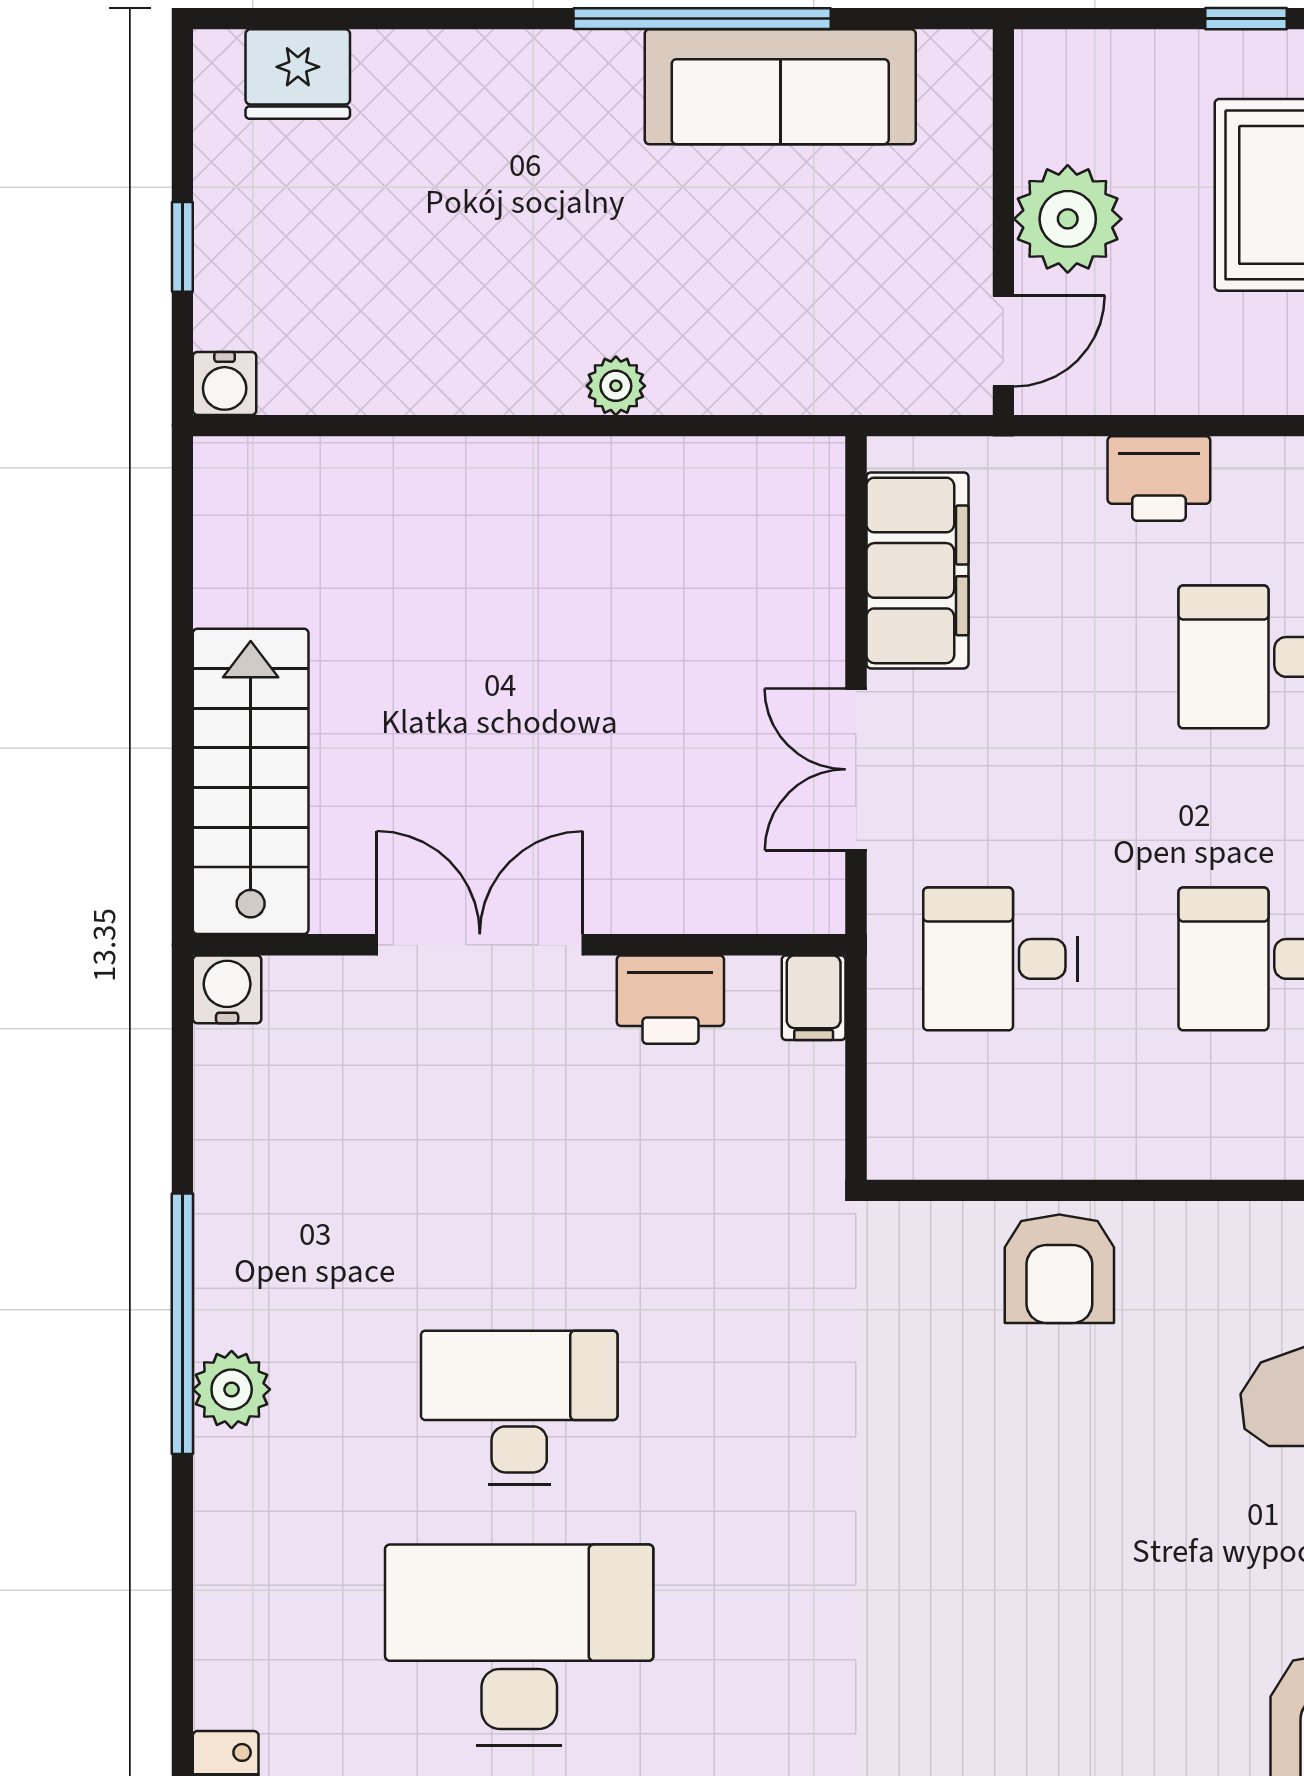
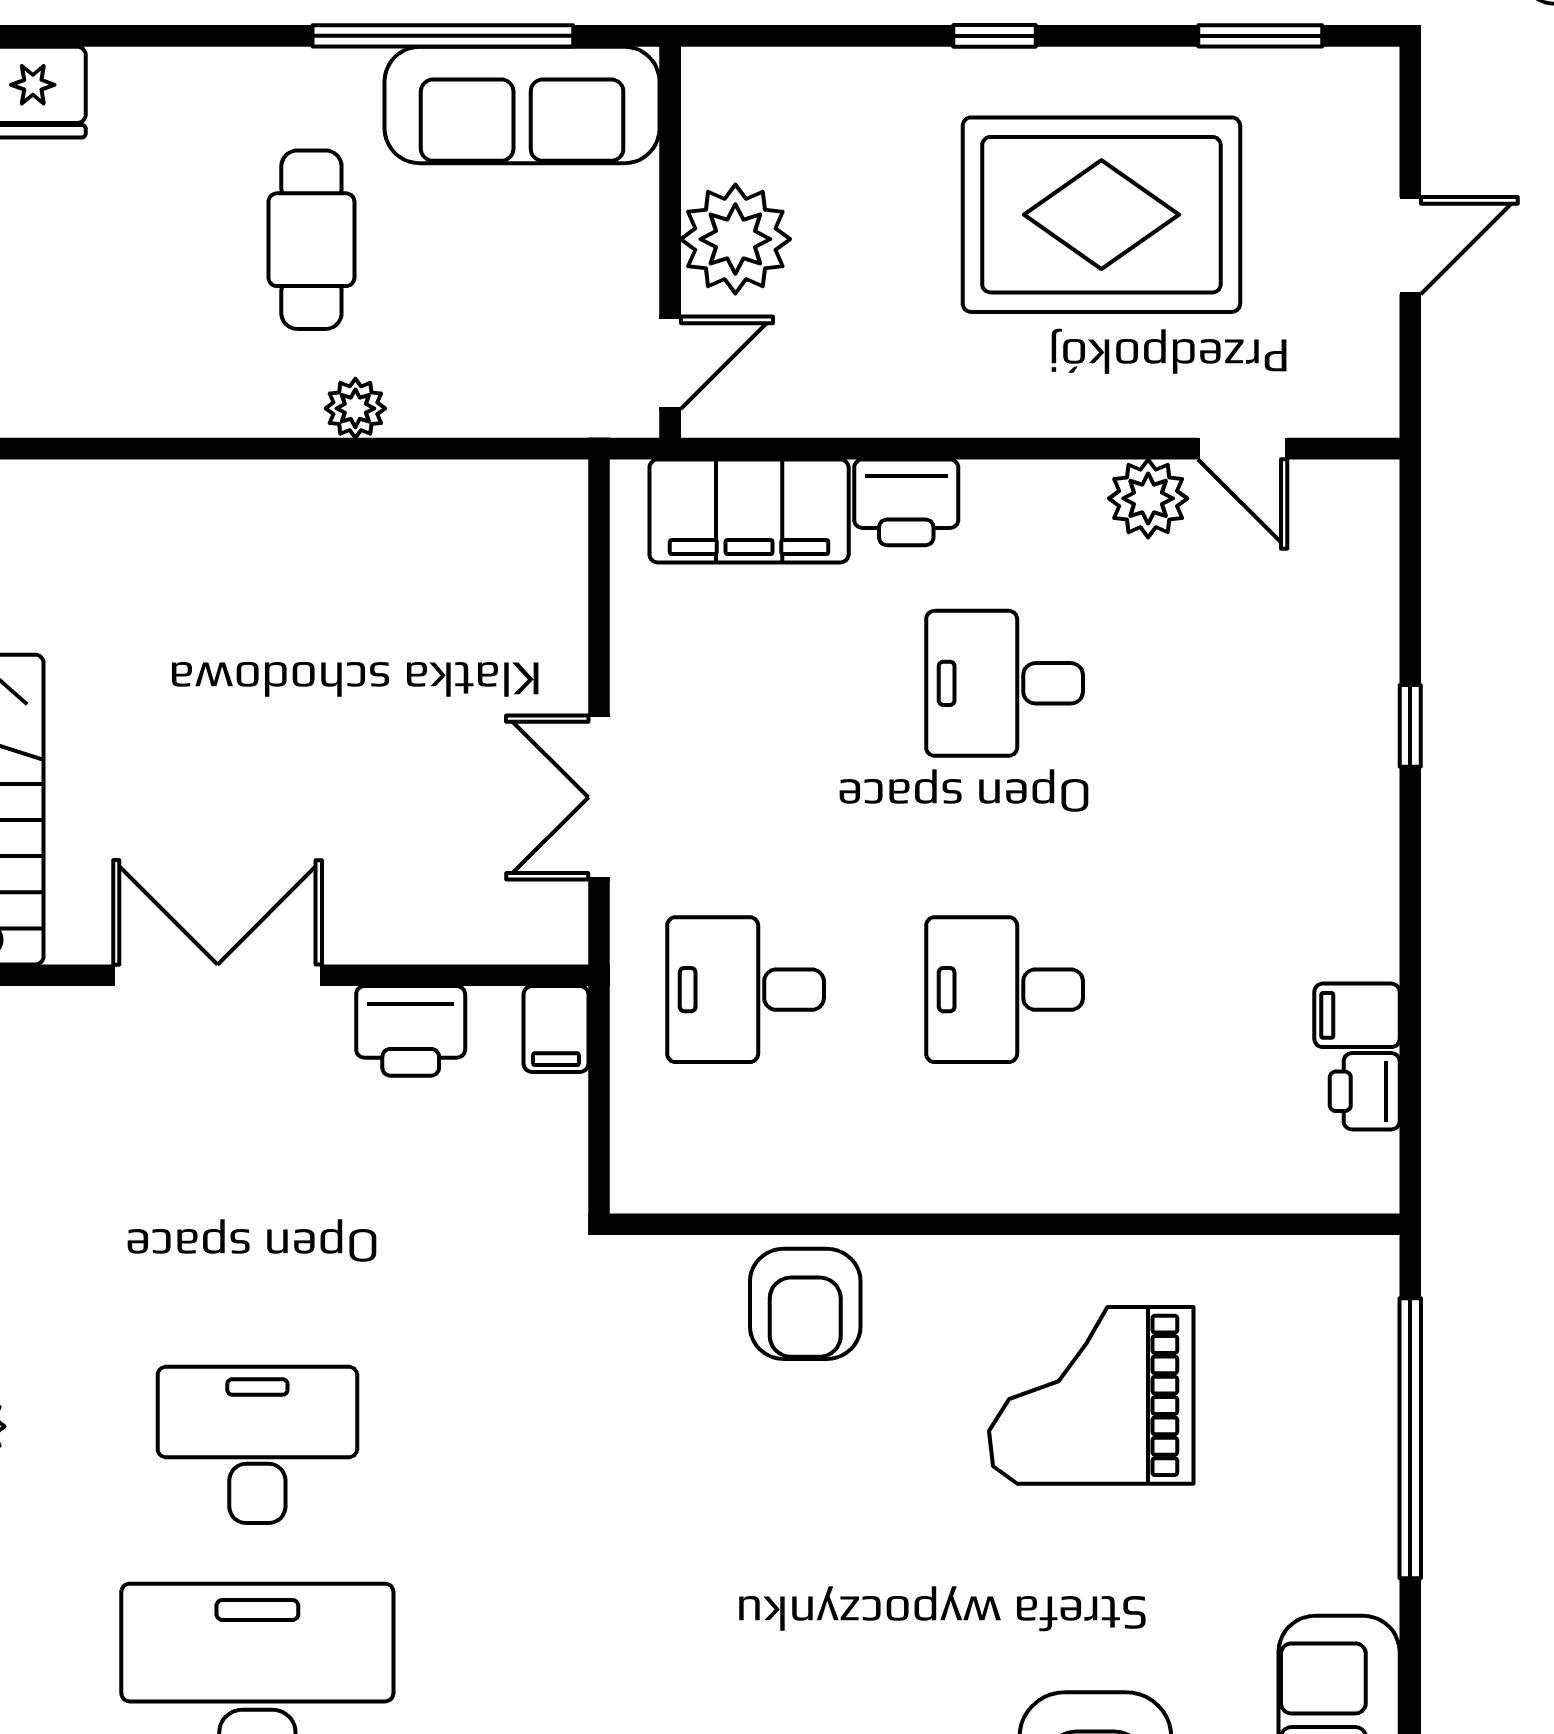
plant: (1068, 219) -> (735, 239), moved
cafe table: (573, 220) -> (311, 240), added
wall: (1003, 222) -> (670, 242), moved
door: (1003, 341) -> (670, 363), moved
filing cabinet: (917, 570) -> (749, 511), moved, turned 90

